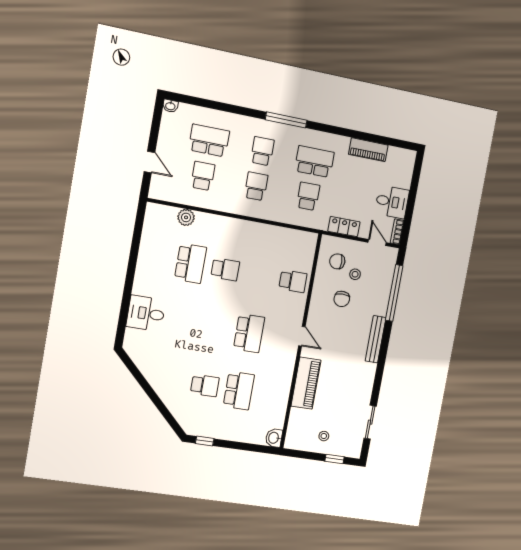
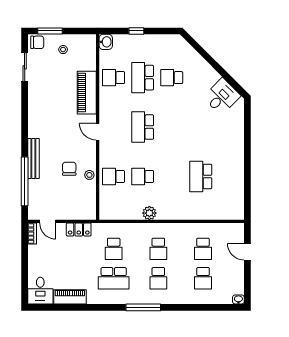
school desk: (209, 140) -> (203, 278), width x0.54
desk: (392, 202) -> (40, 291), moved, turned -90
plant: (186, 217) -> (149, 213), moved
chair: (337, 261) -> (37, 42), moved
school desk: (225, 269) -> (143, 176), moved
stool: (355, 274) -> (89, 175), moved
desk: (146, 313) -> (222, 97), moved, turned -45
bench: (376, 339) -> (33, 159), moved
school desk: (272, 396) -> (114, 78), added
window: (205, 441) -> (136, 31), moved
window: (334, 459) -> (50, 31), width x1.50

